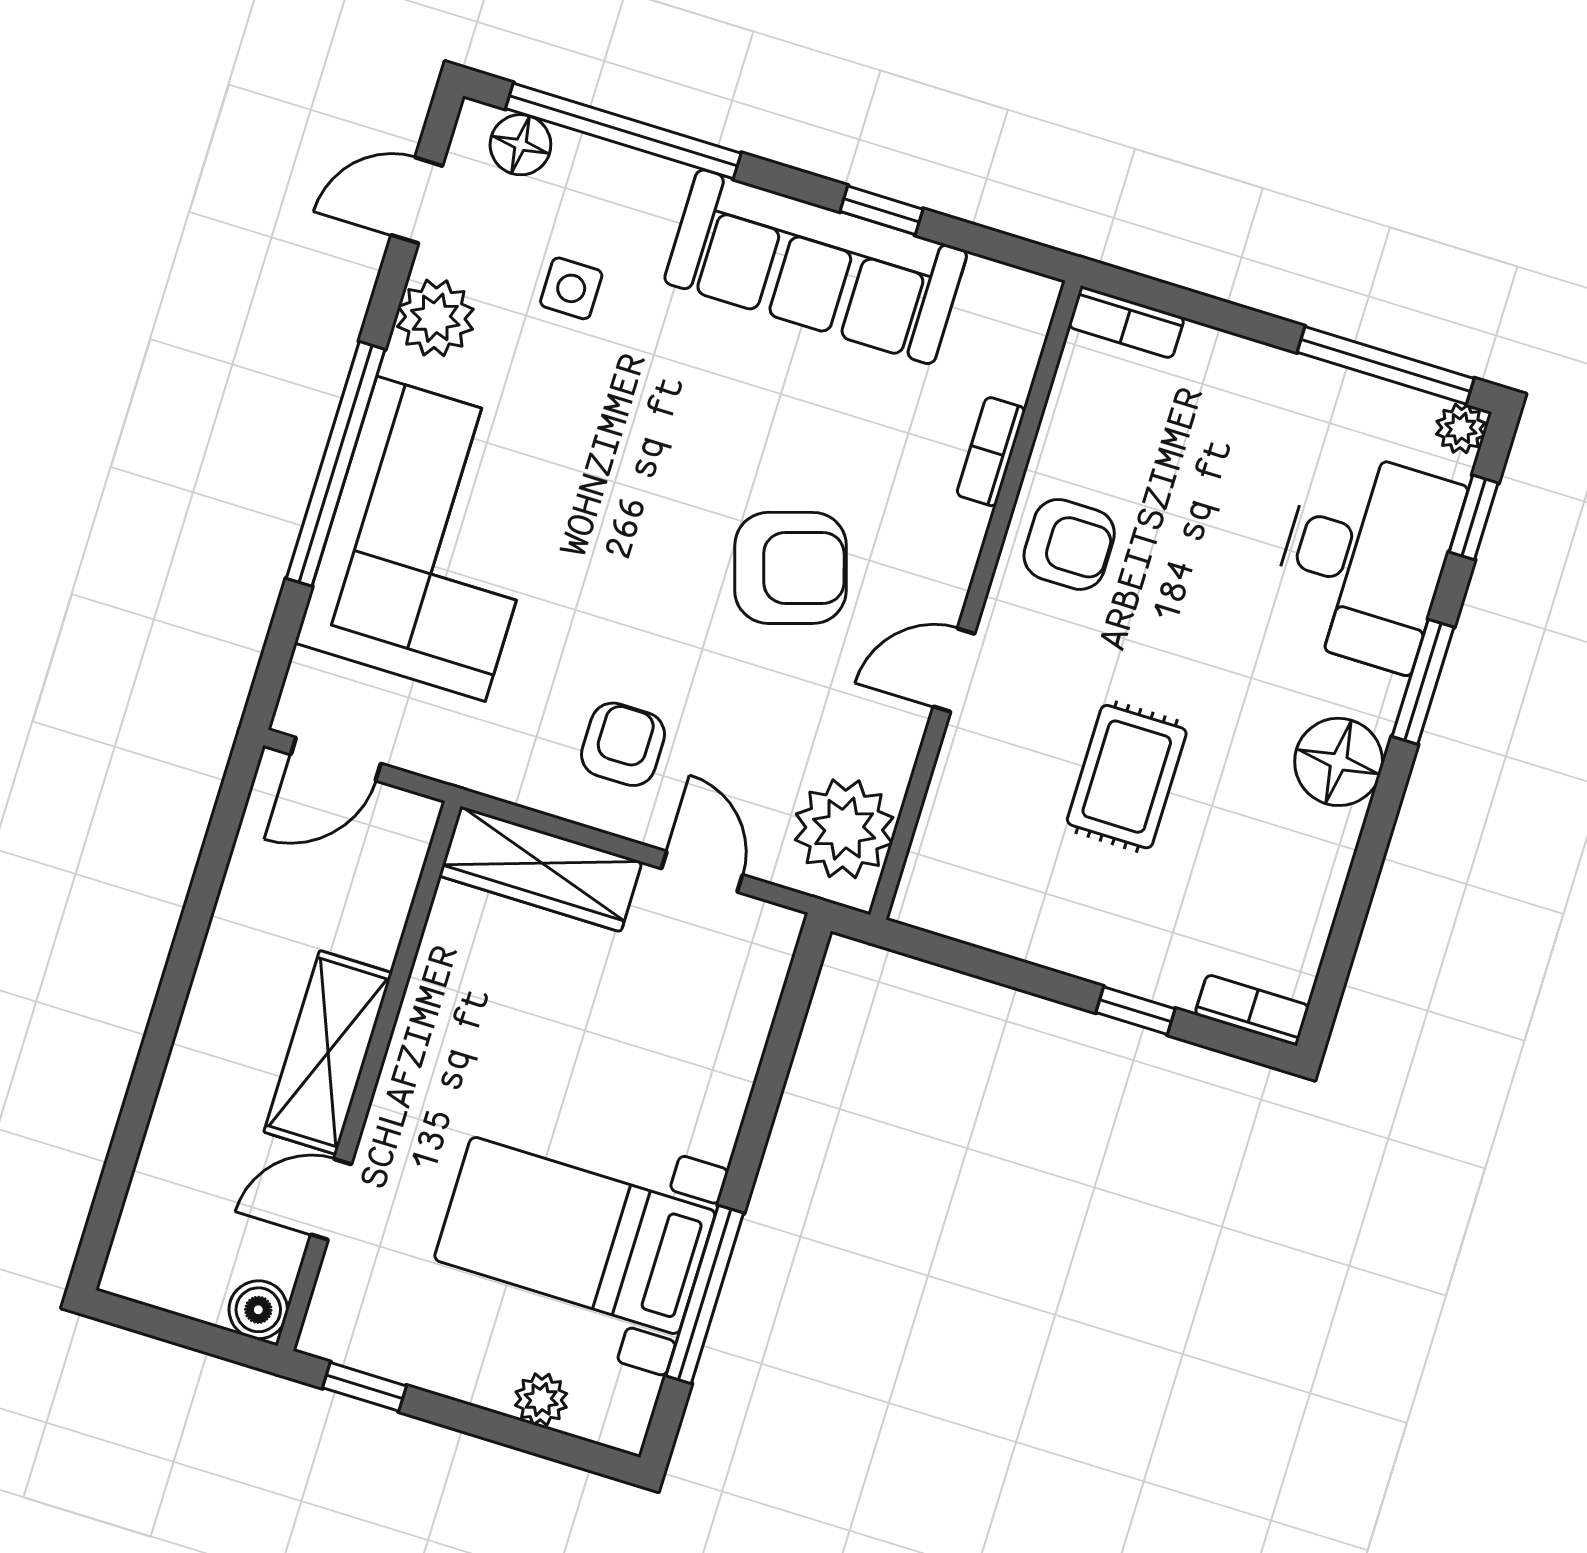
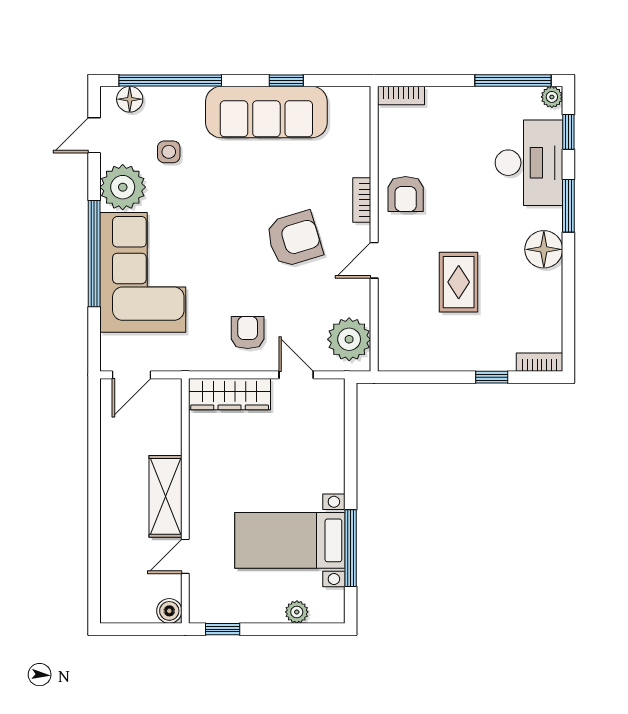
plant: (435, 318) -> (123, 187), width x1.36, depth x1.36
bookcase: (991, 452) -> (362, 200), moved
armchair: (1069, 544) -> (406, 194), turned 90

